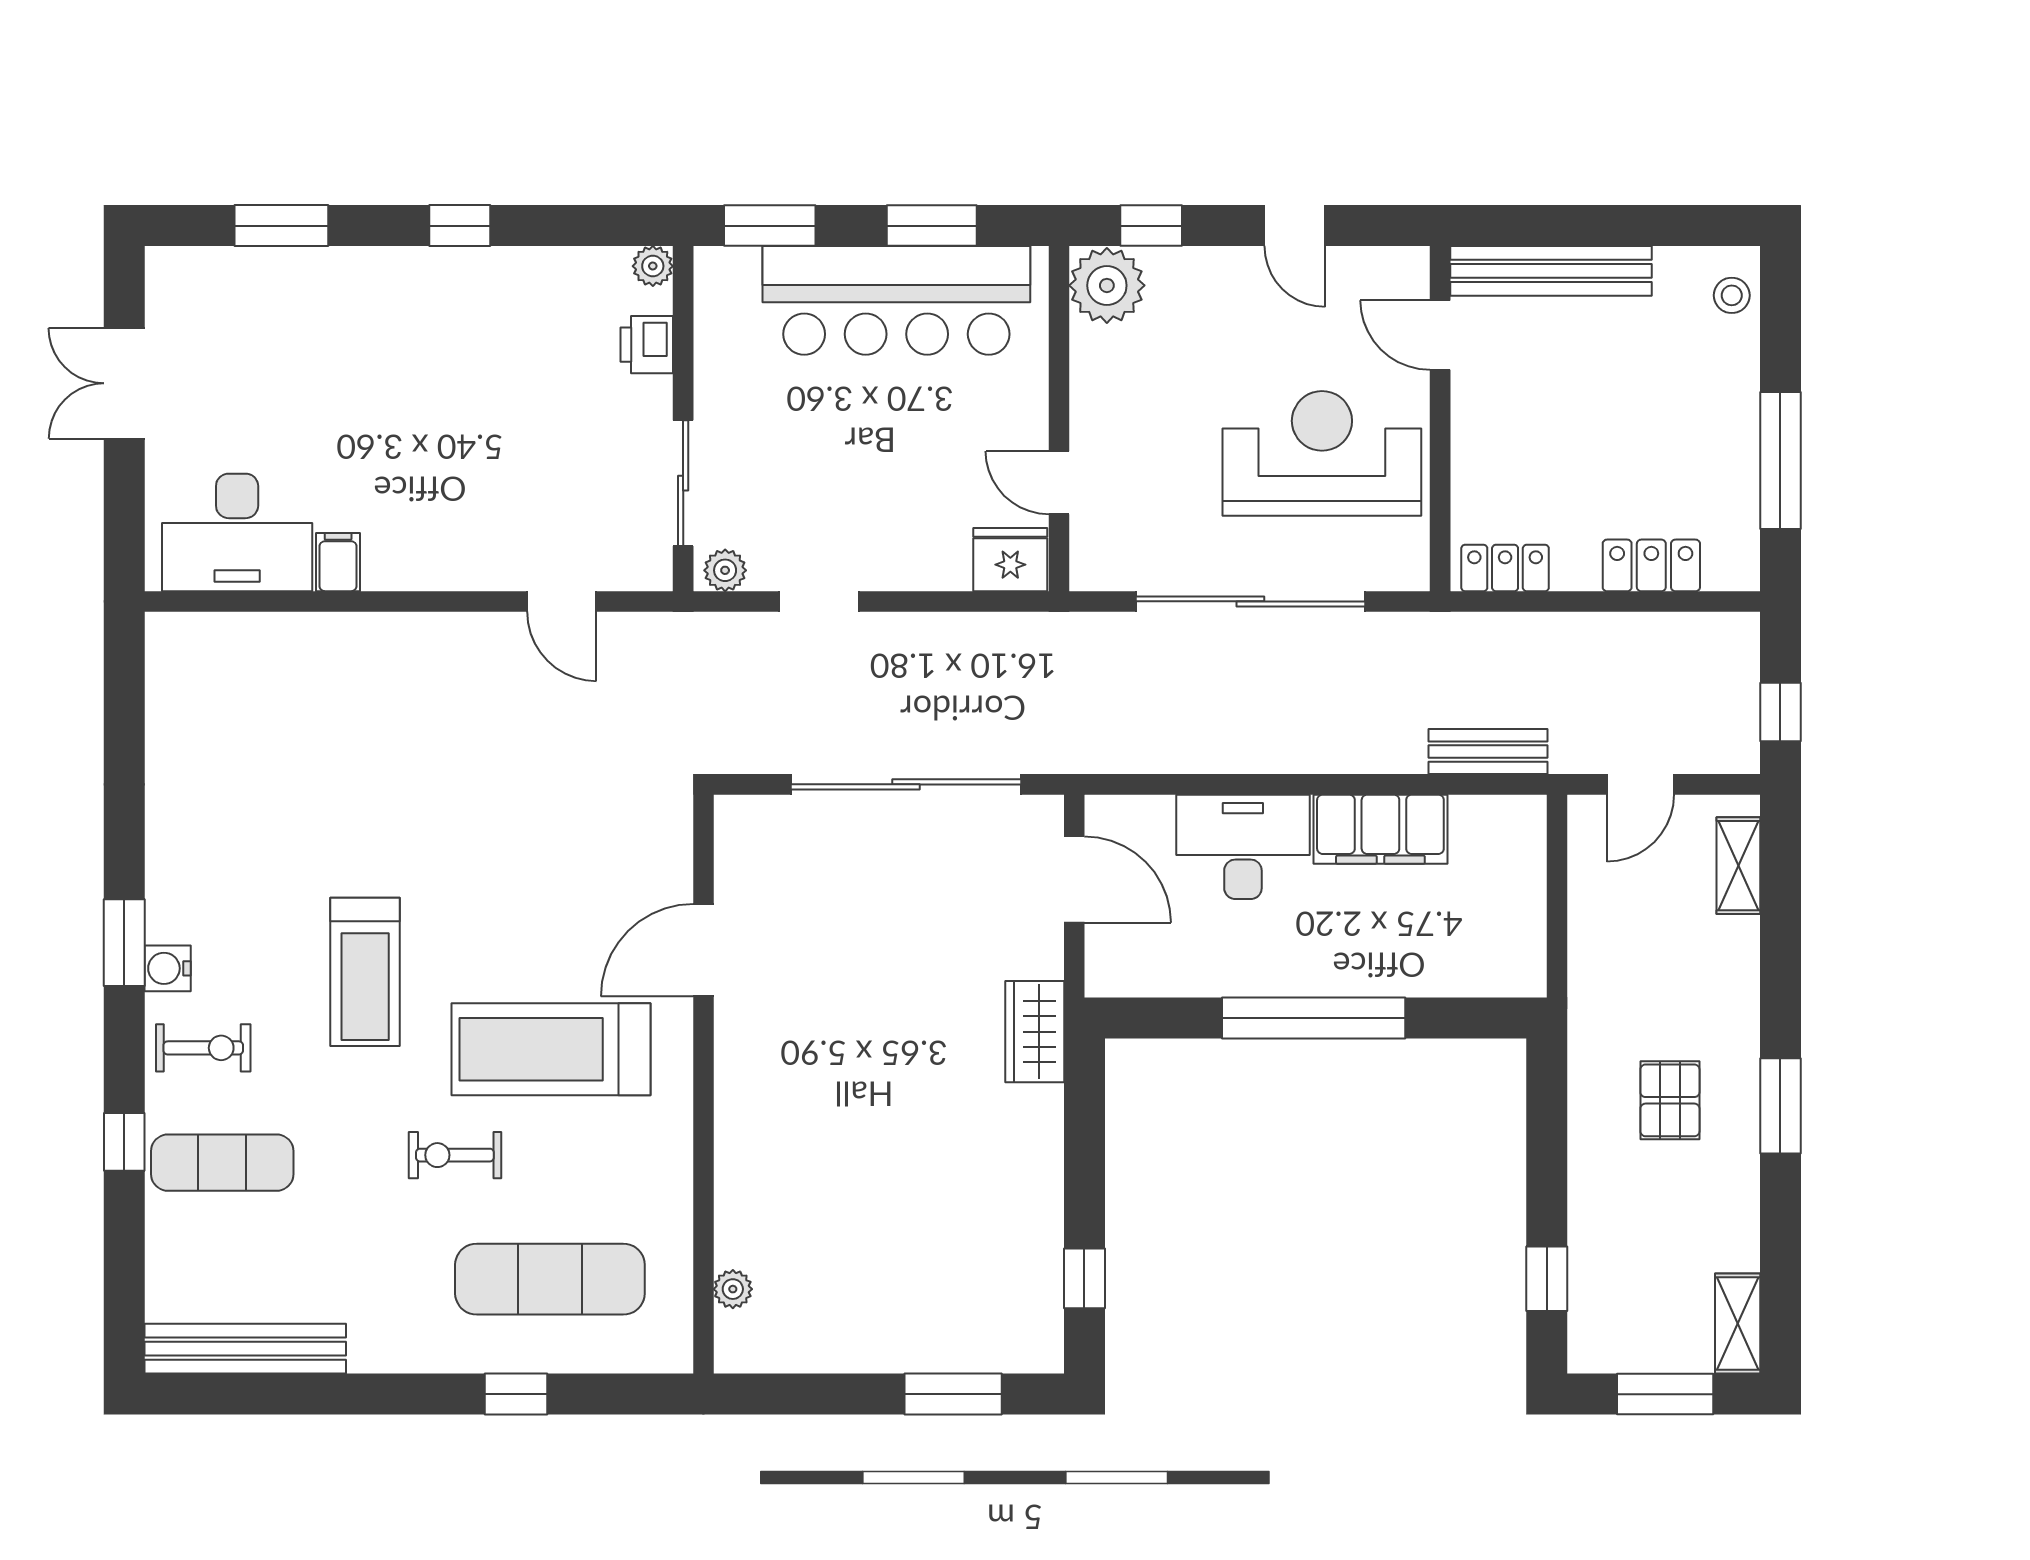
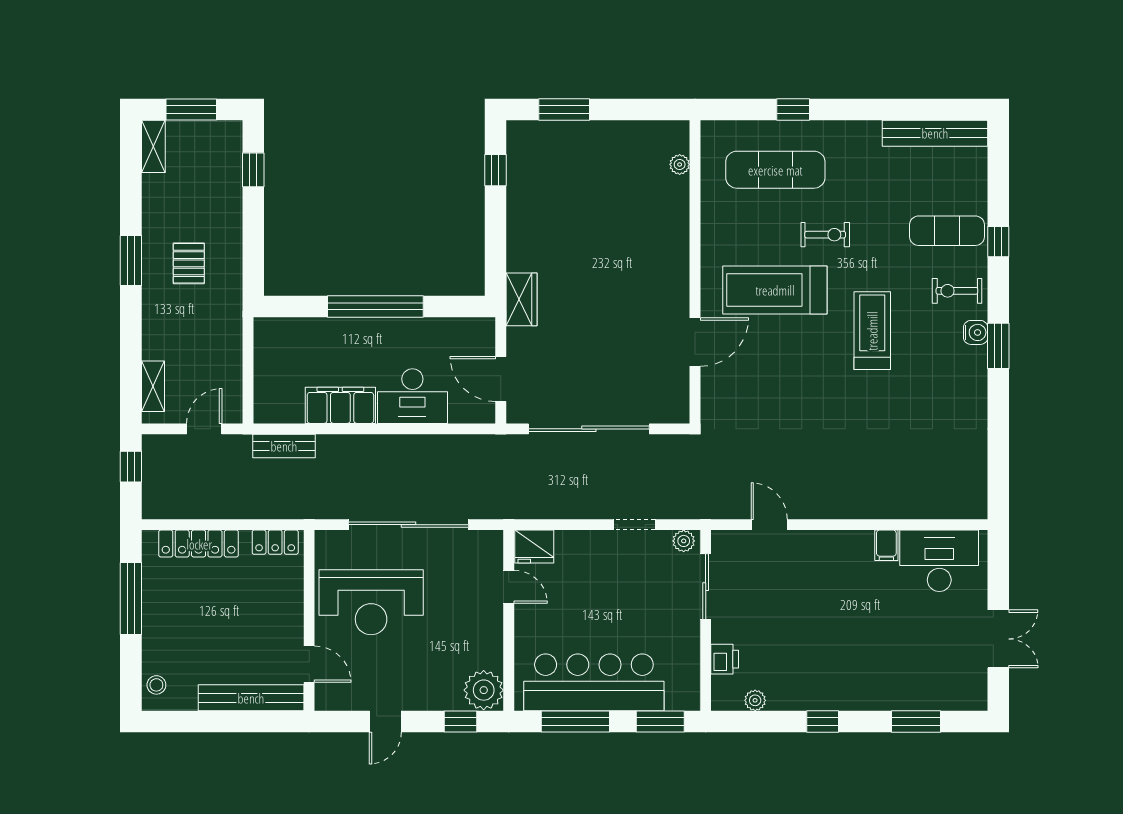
window: (932, 226) -> (575, 722), width x1.44
door: (1295, 226) -> (385, 722), swing flipped
plant: (653, 266) -> (755, 700), moved
locker: (1651, 565) -> (199, 544), width x1.53
treadmill: (551, 1049) -> (775, 290), turned 180

